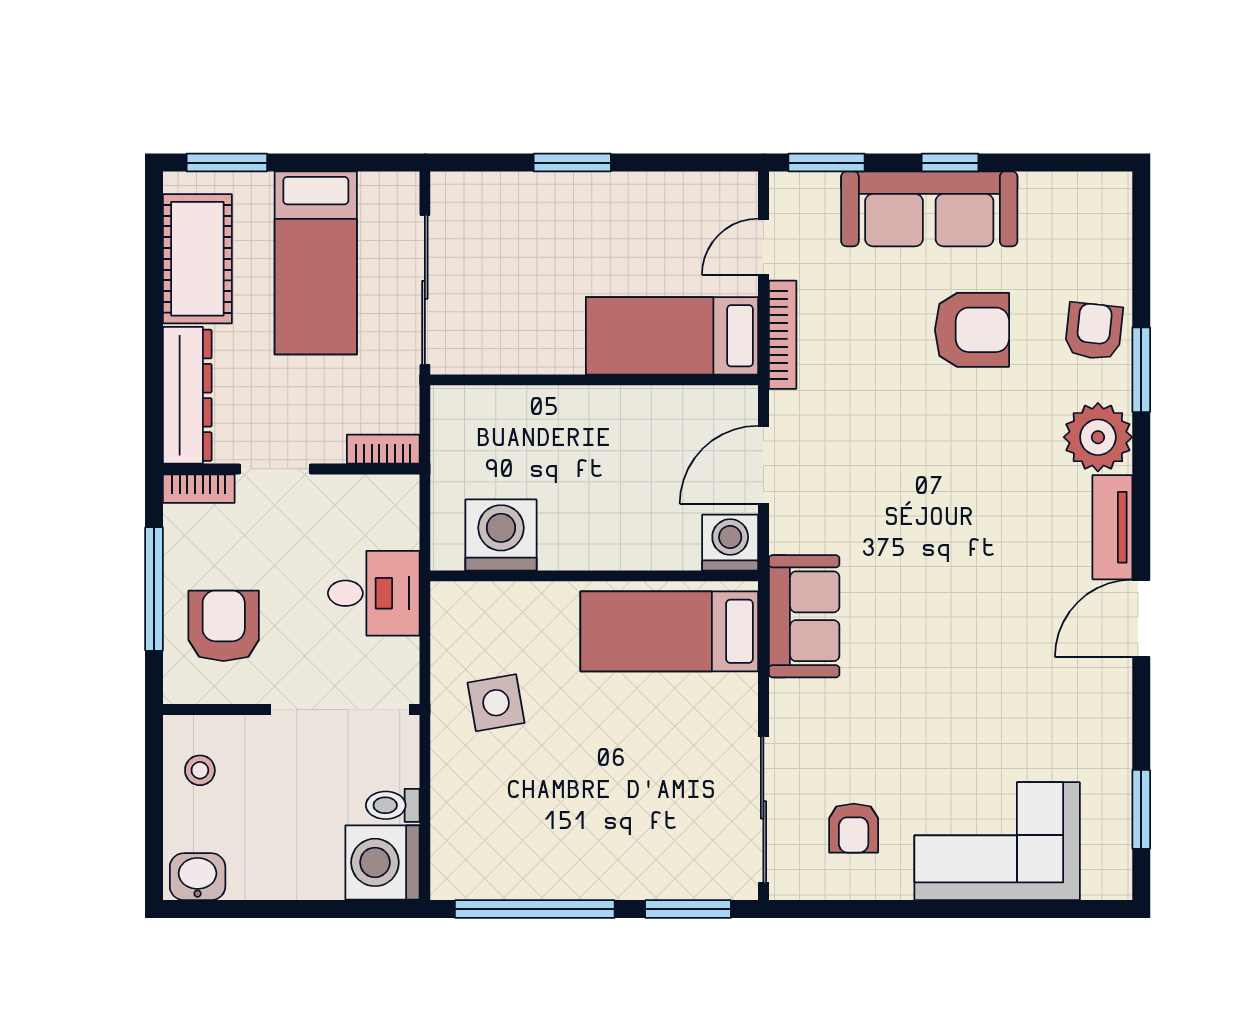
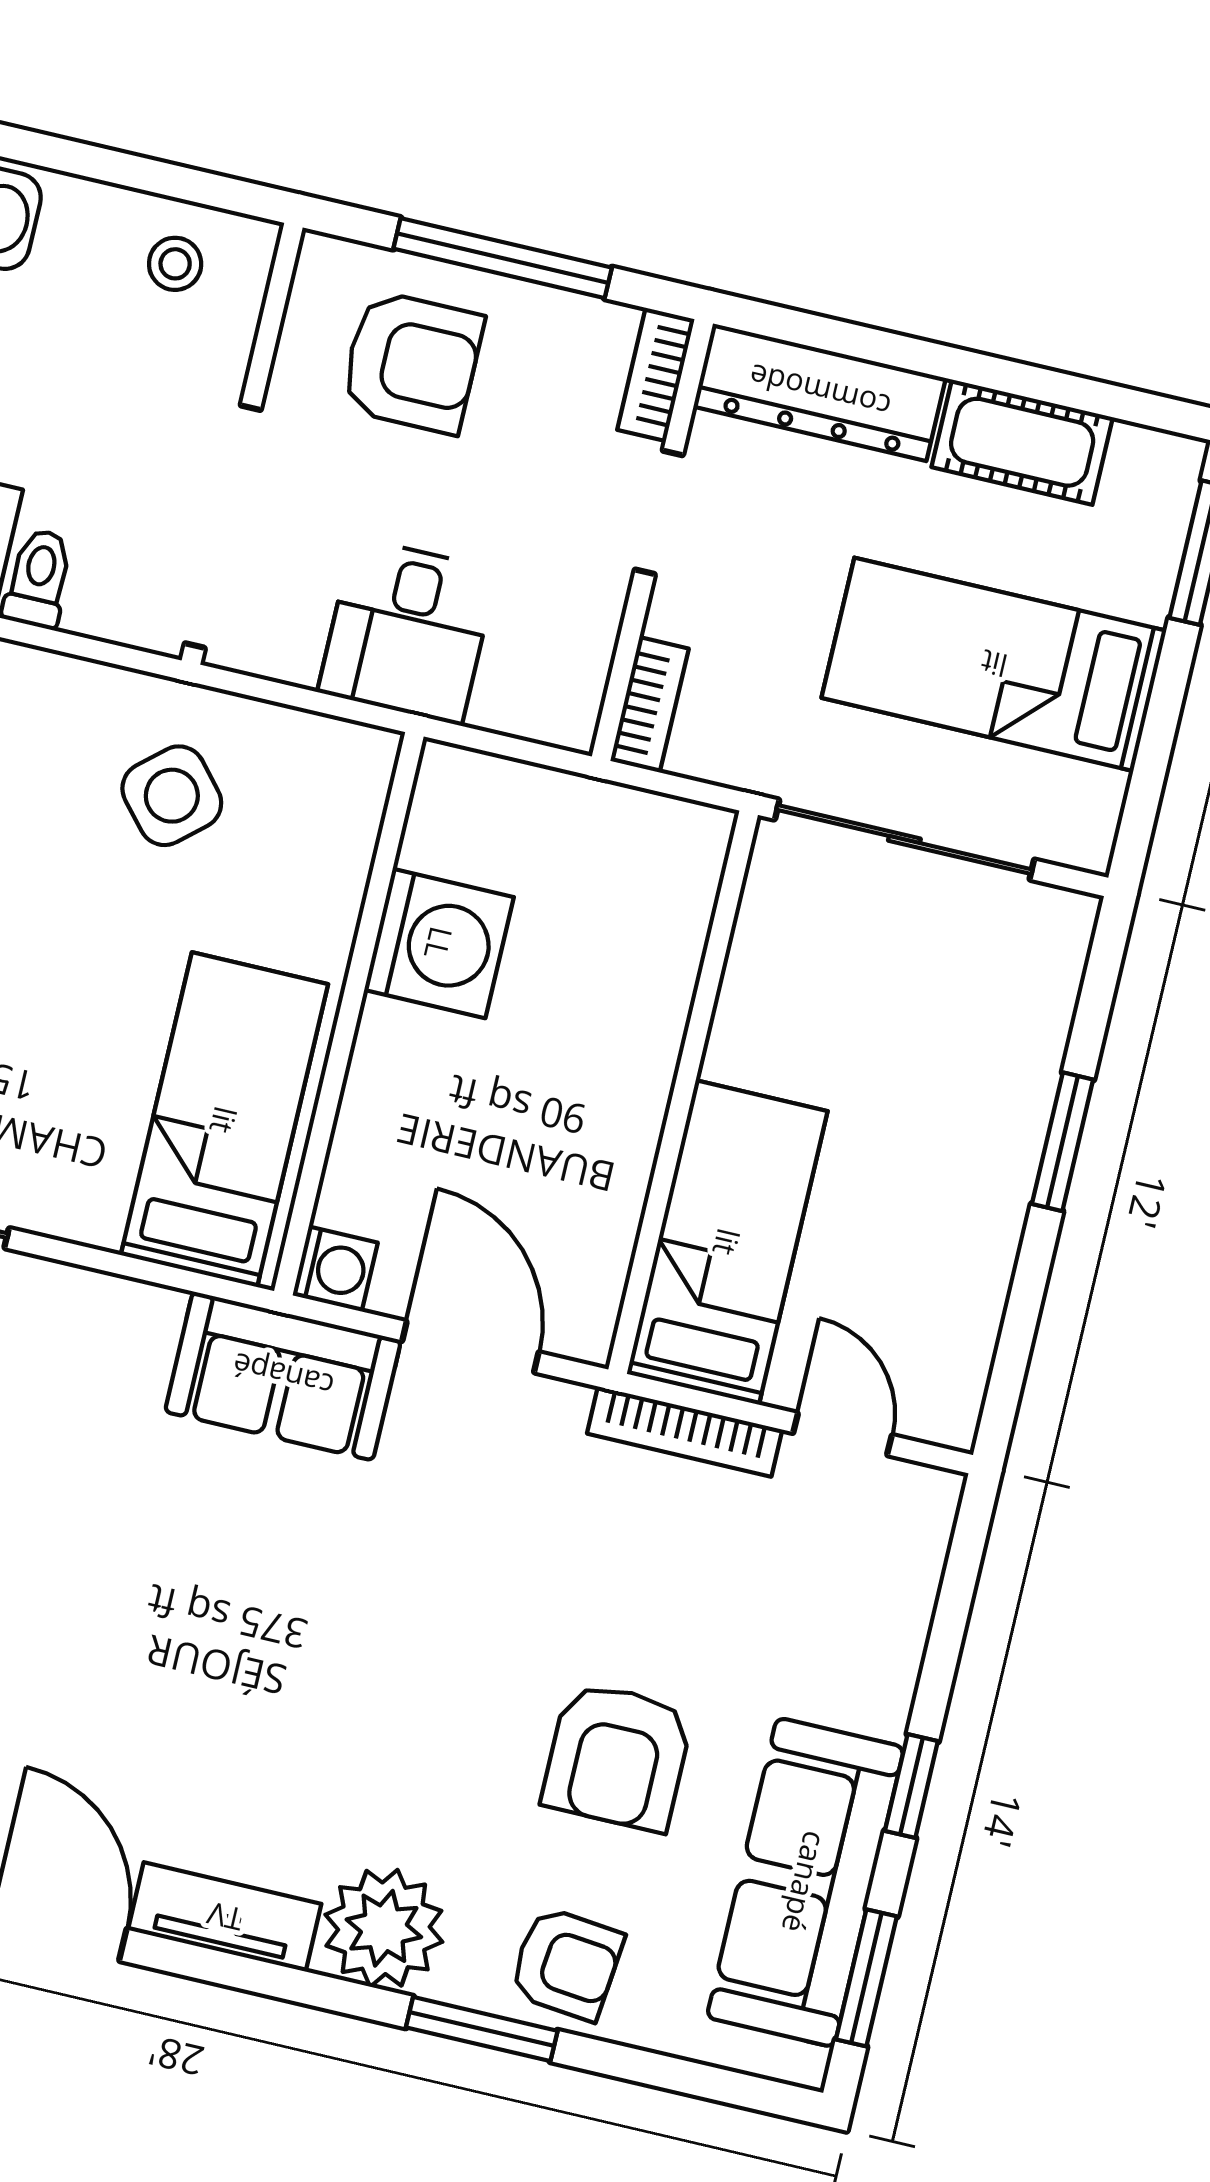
window: (827, 163) -> (866, 1978), moved
sofa: (929, 209) -> (805, 1882), moved
cot: (197, 259) -> (1022, 442), width x0.73, depth x0.75
washing machine: (501, 535) -> (439, 943), moved
washing machine: (730, 543) -> (335, 1269), width x0.73, depth x0.73
sofa: (804, 616) -> (283, 1376), moved
side table: (496, 703) -> (172, 796), turned -31

